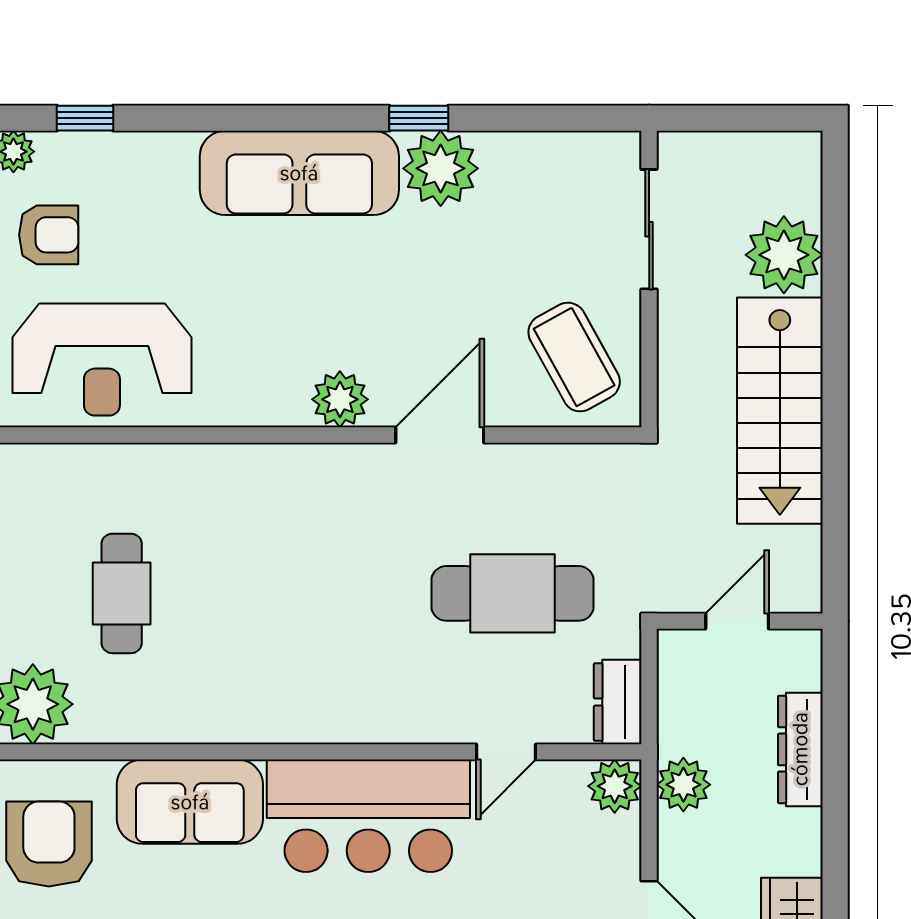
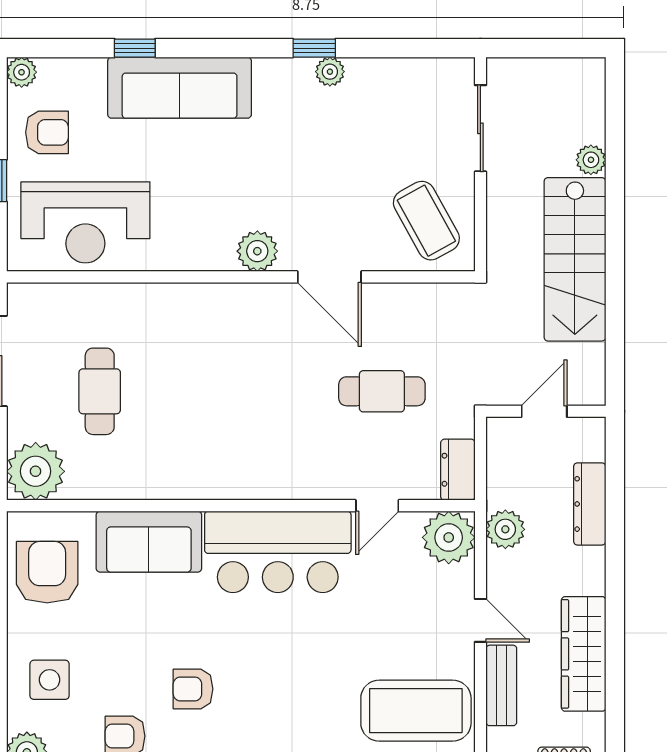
window: (85, 118) -> (135, 48), moved
plant: (441, 168) -> (330, 72), width x0.53, depth x0.53
sofa: (299, 173) -> (180, 88), moved
plant: (784, 255) -> (591, 160), width x0.53, depth x0.53
door: (440, 435) -> (329, 277), swing flipped
cafe table: (512, 593) -> (382, 391), width x0.73, depth x0.74
plant: (615, 786) -> (449, 537), width x1.36, depth x1.36

